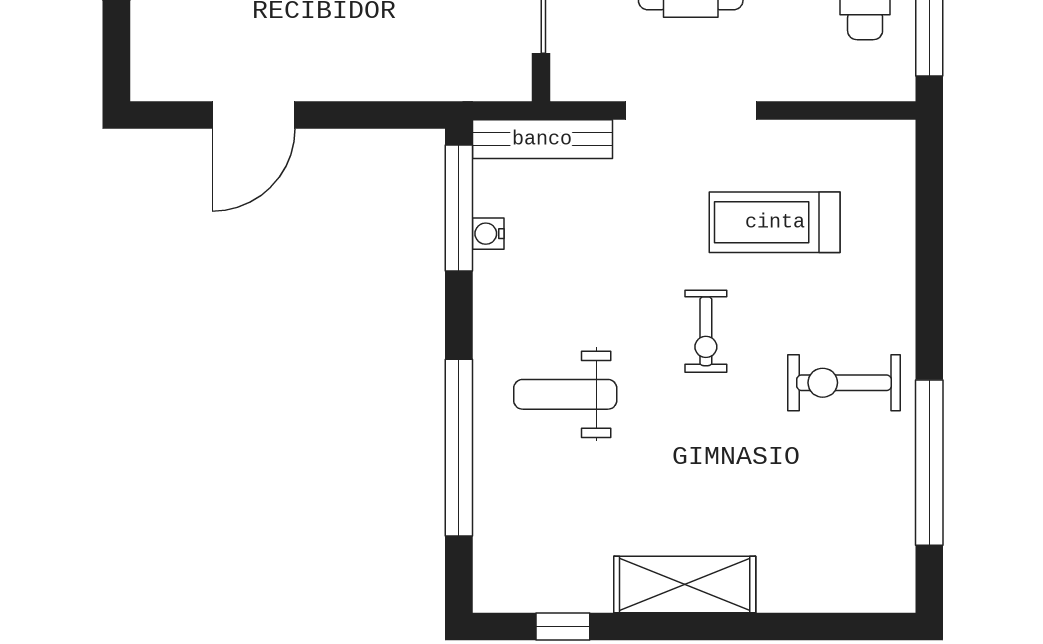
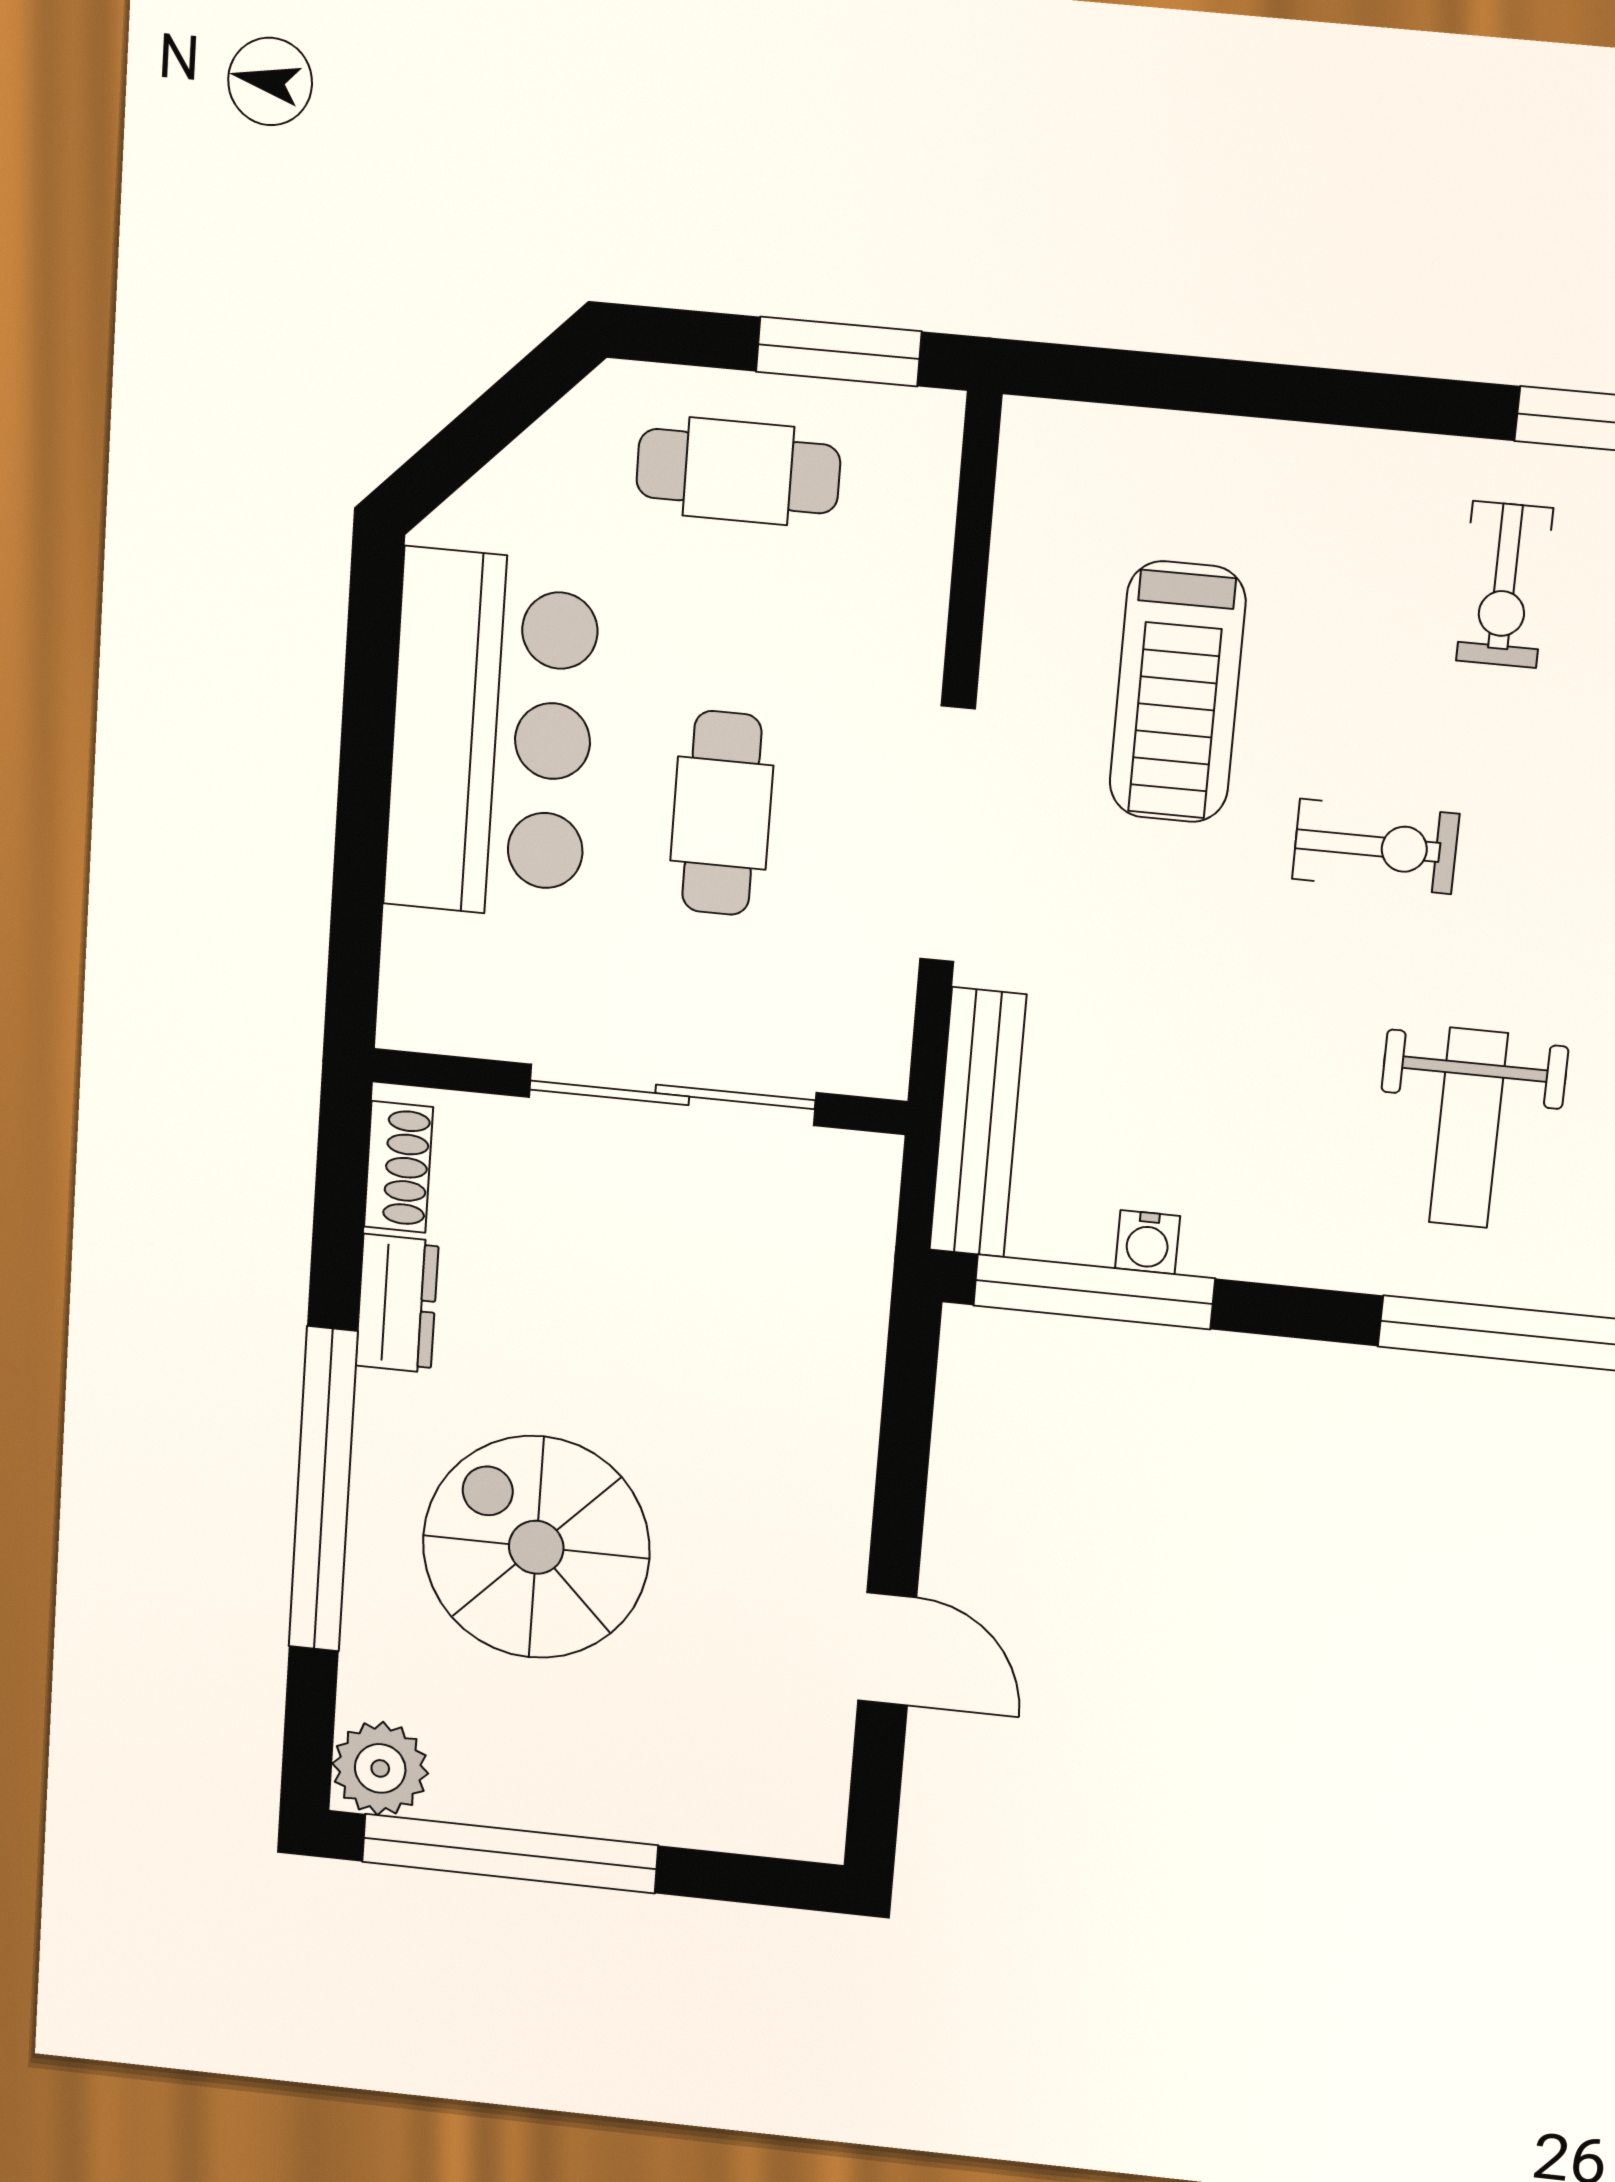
door: (253, 115) -> (887, 1649), width x0.73
exercise bike: (844, 383) -> (1505, 585), width x0.73, depth x0.72

